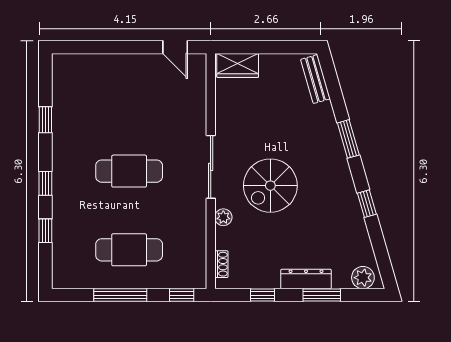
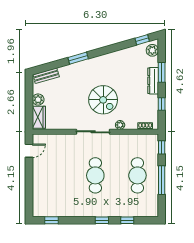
plant: (271, 64) -> (38, 100), added
window: (45, 120) -> (52, 220), moved
window: (367, 204) -> (142, 40), moved

